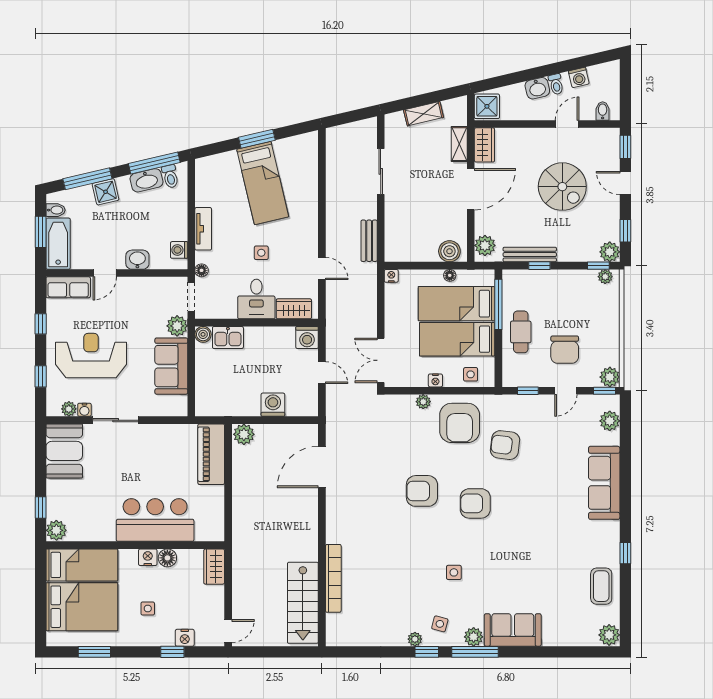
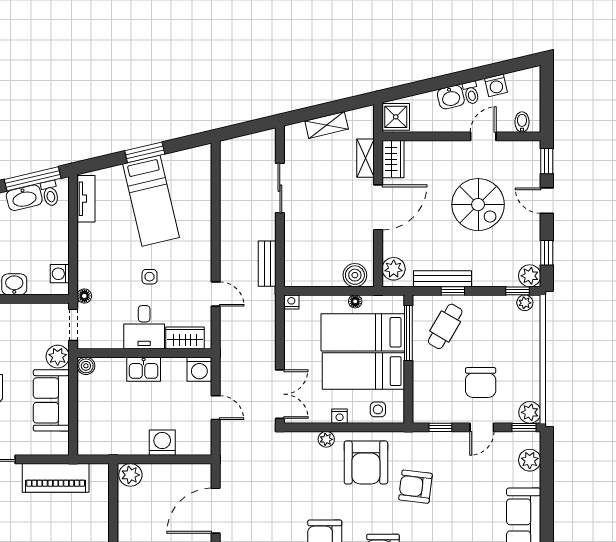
tv unit: (203, 229) -> (86, 199), moved
cafe table: (521, 332) -> (445, 326), moved, turned 30
kitchen sink: (228, 337) -> (144, 369), moved
double door: (381, 360) -> (280, 394), swing flipped
piano: (211, 454) -> (56, 478), moved, turned -90

